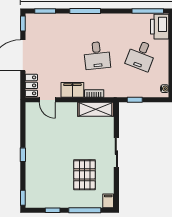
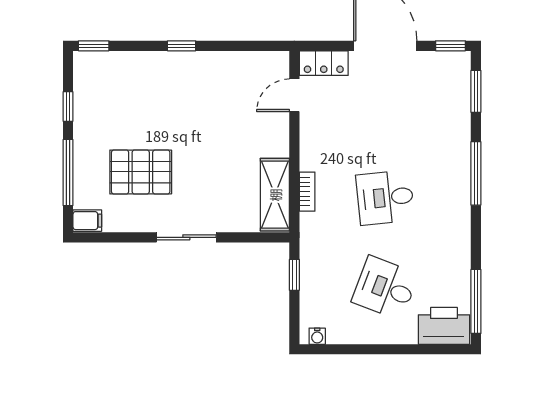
filing cabinet: (72, 90) -> (315, 147), removed

